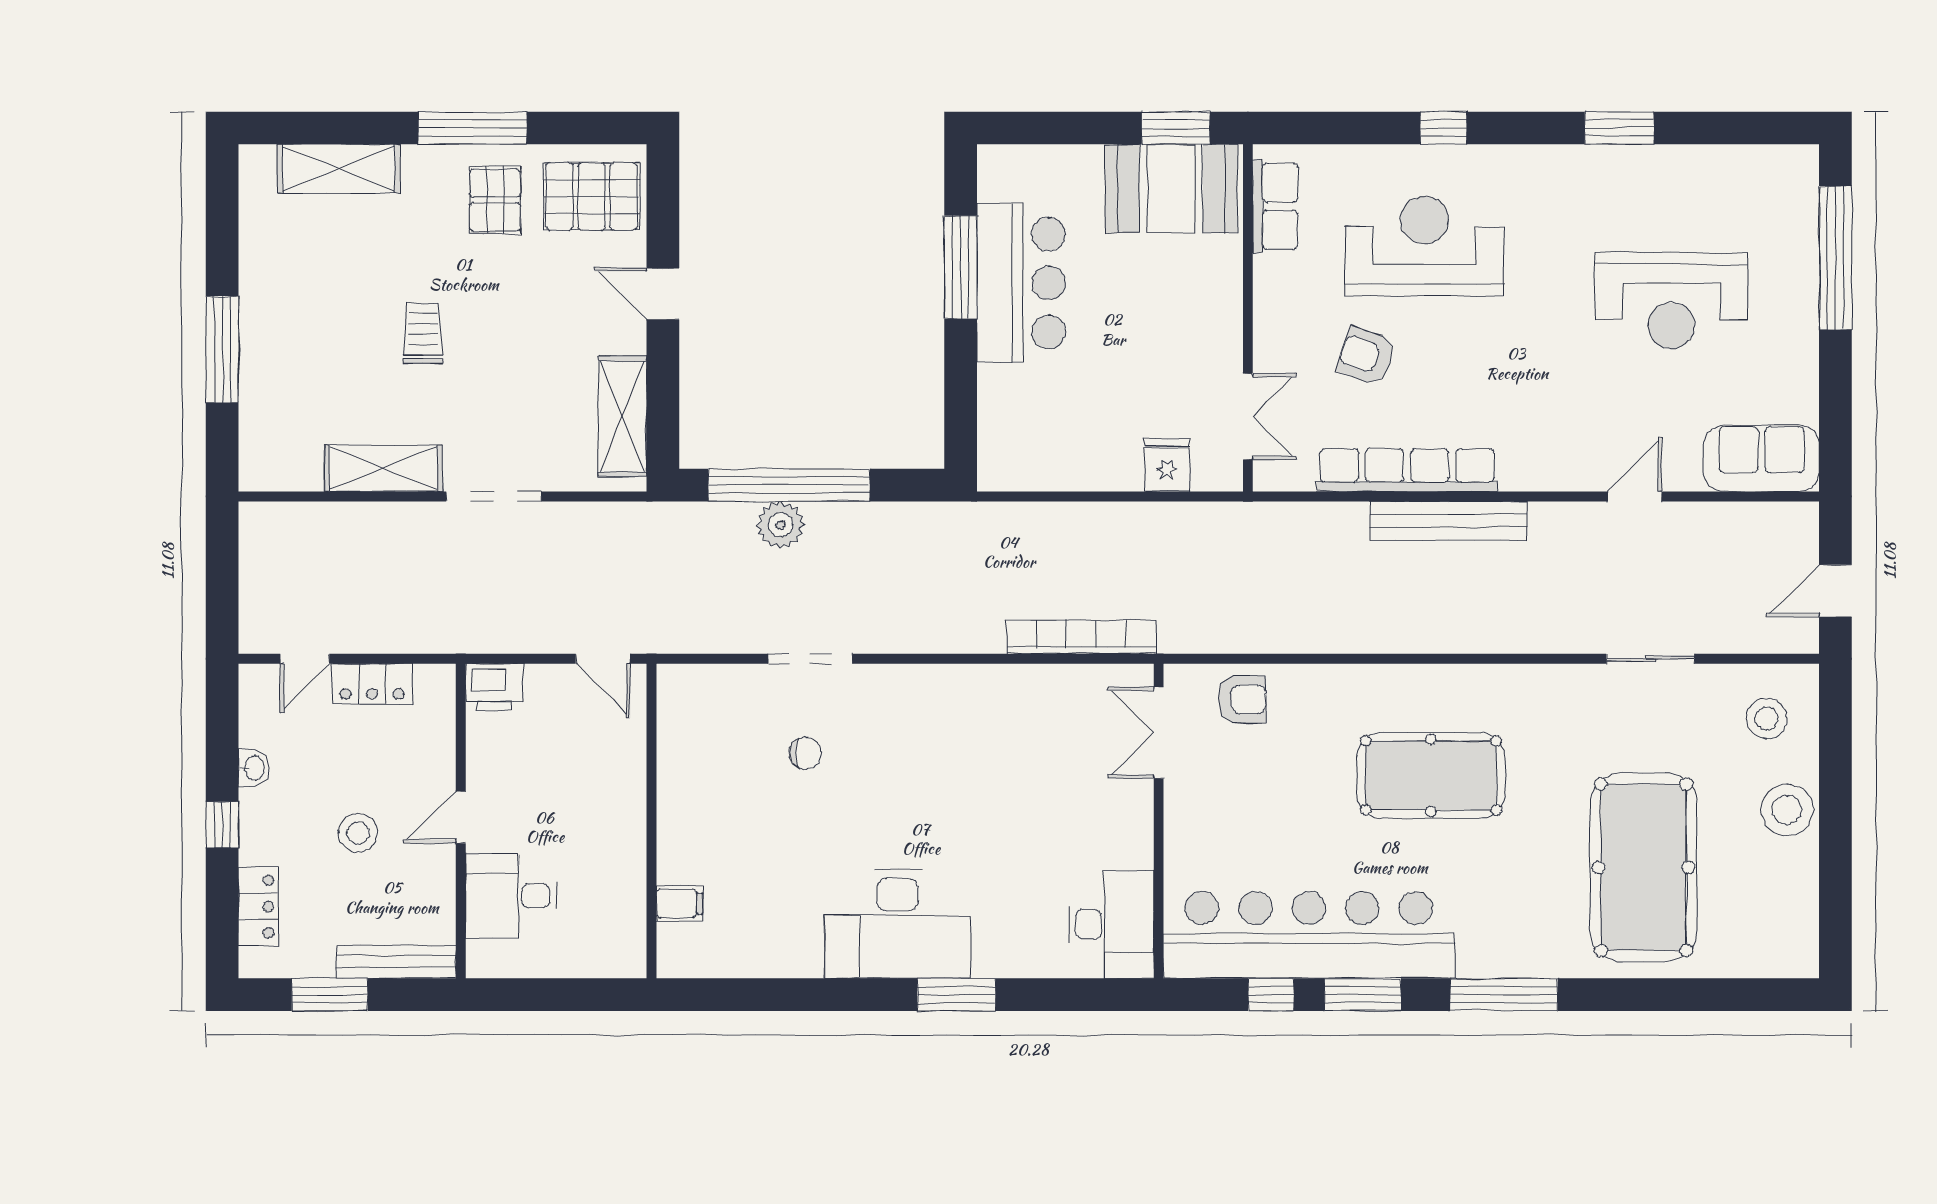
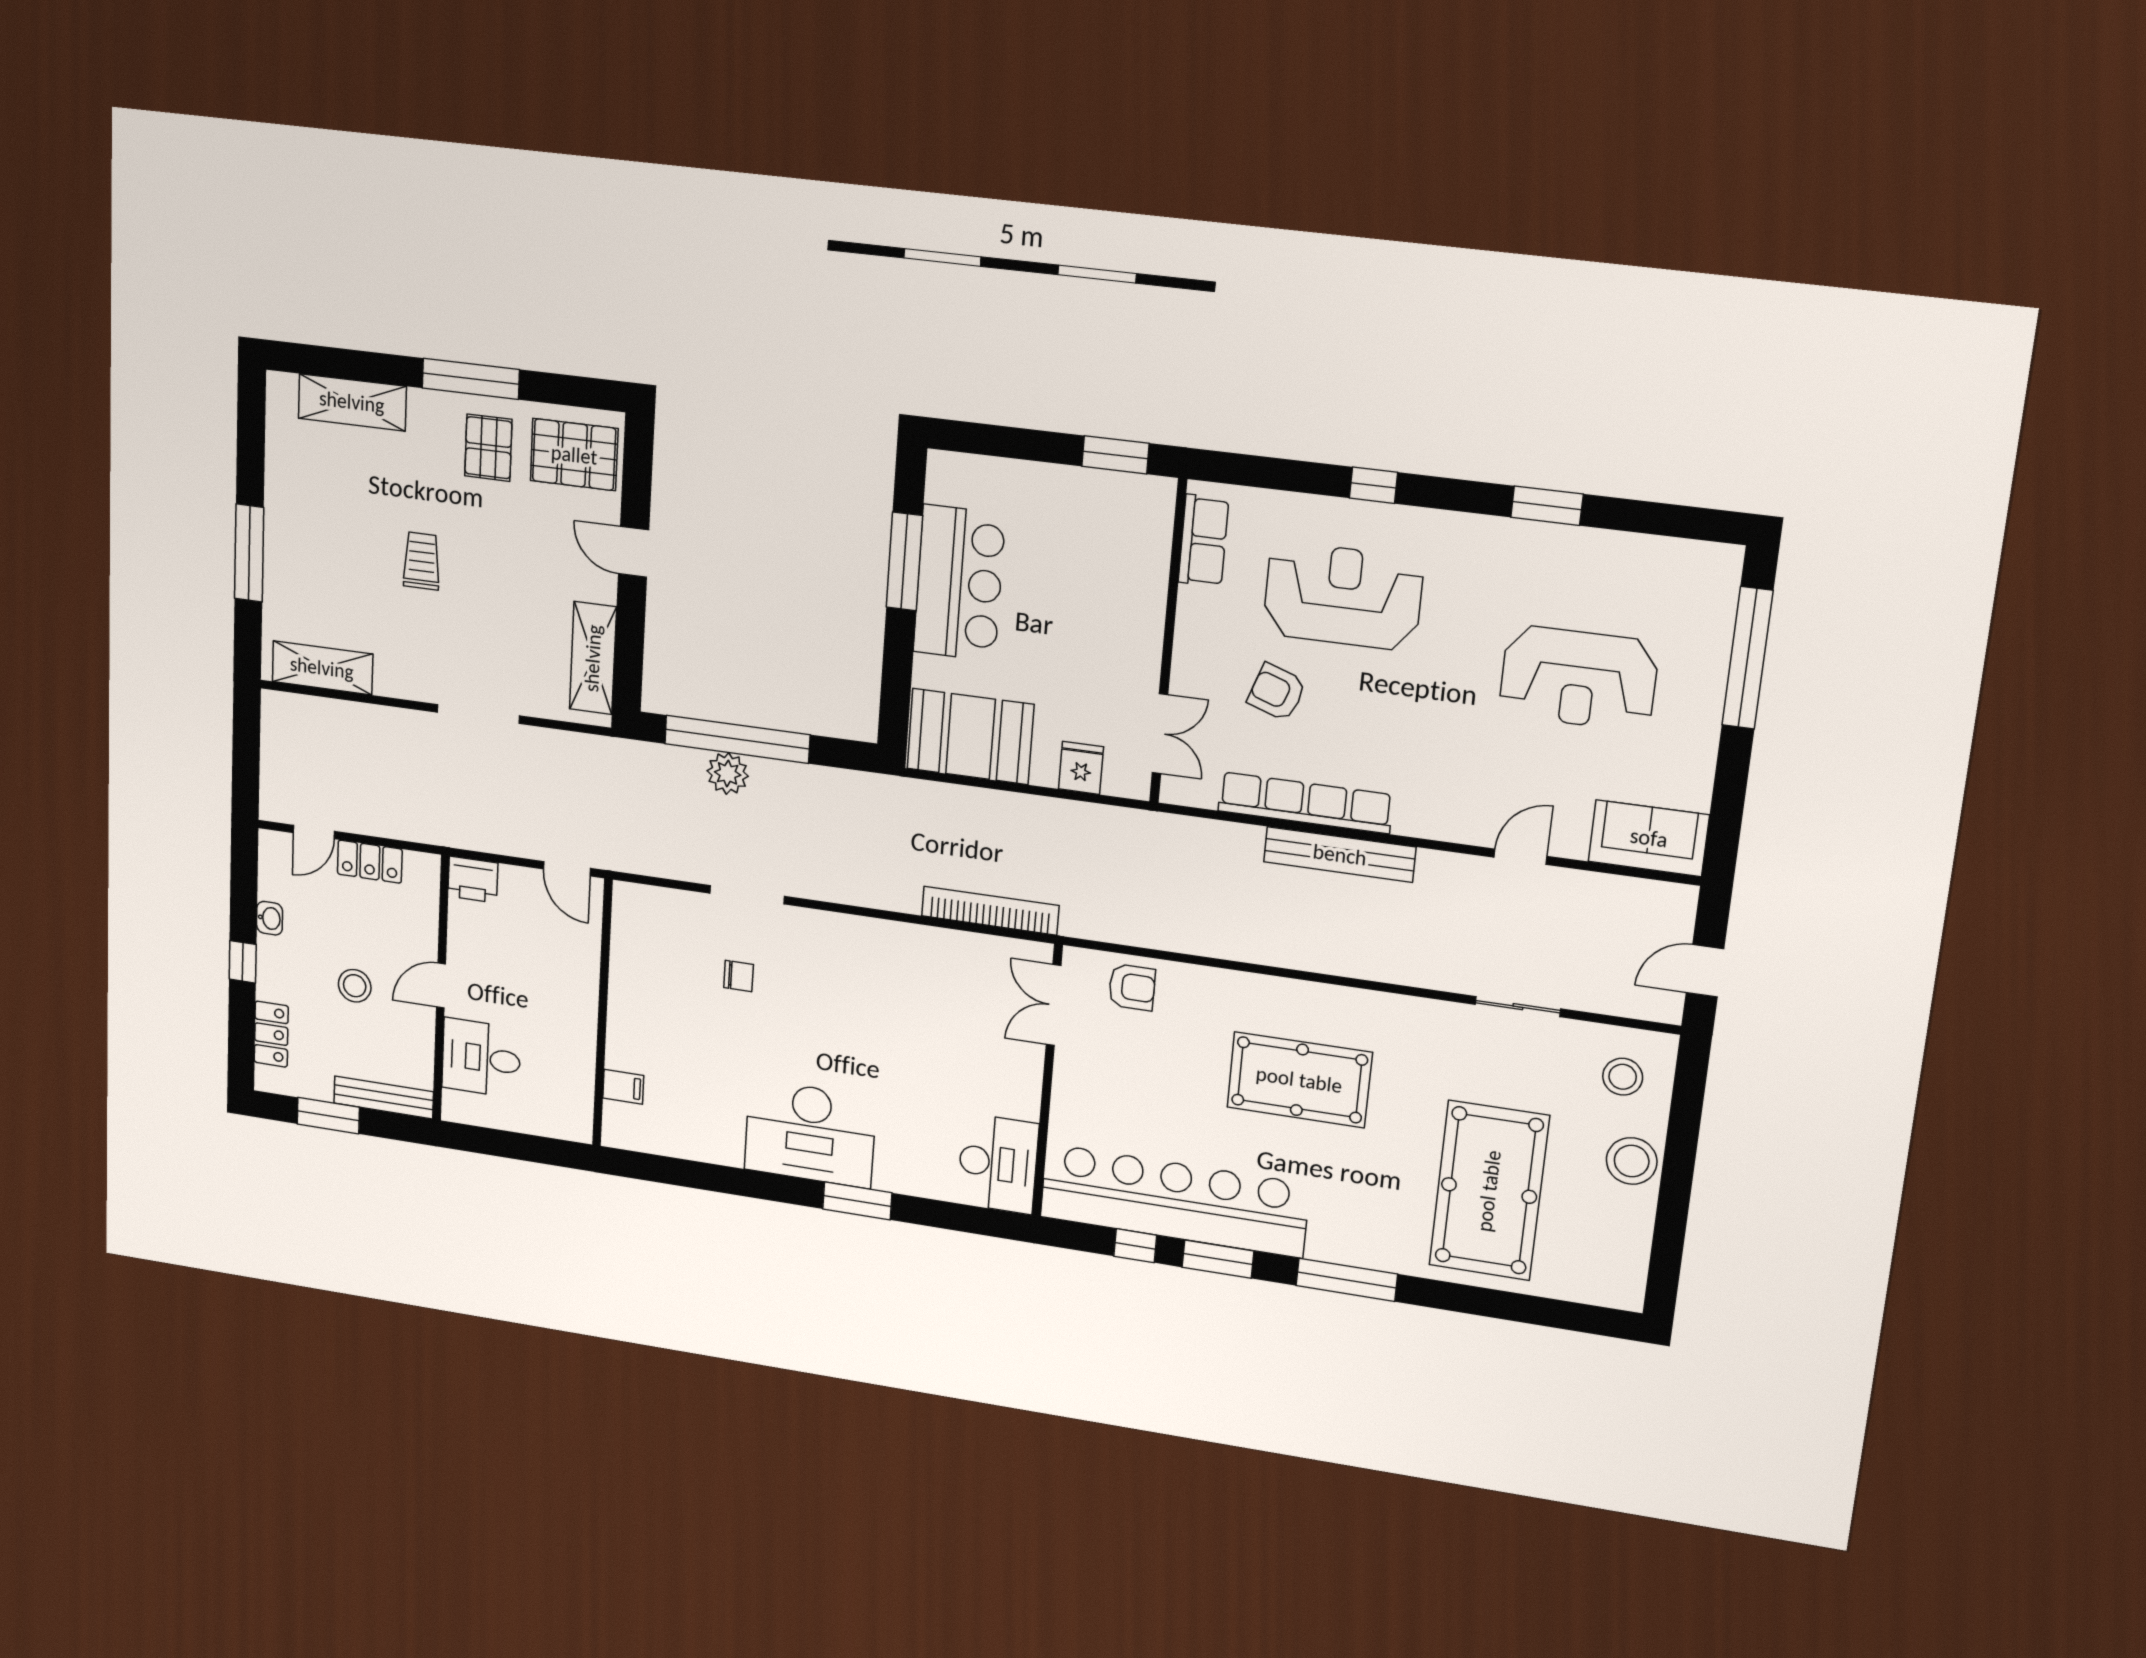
booth: (1171, 189) -> (970, 736), moved
shelving: (383, 468) -> (322, 668), moved

